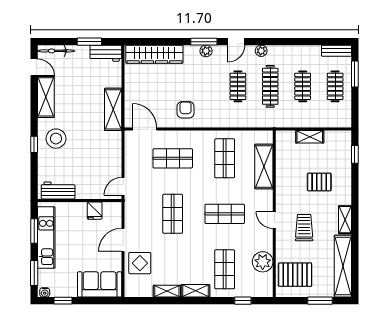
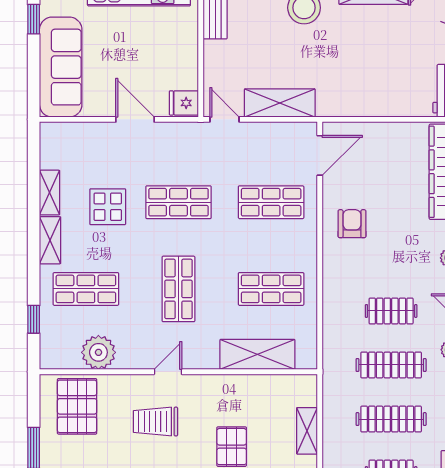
clothes rail: (303, 86) -> (391, 419), width x1.36
shelving: (113, 109) -> (280, 103), moved
armchair: (186, 110) -> (352, 224), turned -90
shop shelf: (173, 158) -> (271, 202), turned 90
fridge: (95, 211) -> (184, 103), moved
trolley: (304, 228) -> (156, 422), turned 180
display table: (140, 263) -> (108, 207), moved
sofa: (100, 284) -> (61, 67), width x1.36

